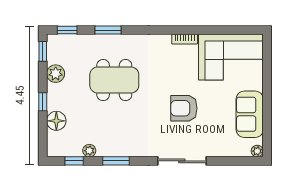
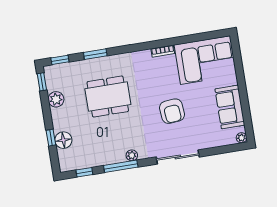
window: (43, 102) -> (51, 138), moved
armchair: (184, 108) -> (172, 111), turned -95
plant: (89, 151) -> (132, 155), moved
window: (116, 161) -> (121, 166), width x1.44

